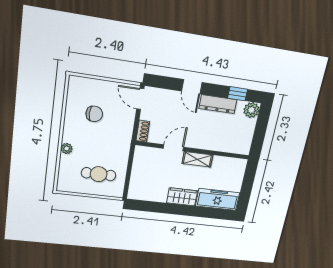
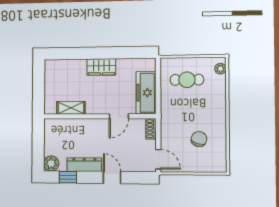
chair: (94, 114) -> (199, 139), turned 106
plant: (67, 149) -> (220, 69), moved
shelving: (197, 159) -> (71, 108), moved
freezer: (218, 199) -> (146, 93), moved, turned 90

